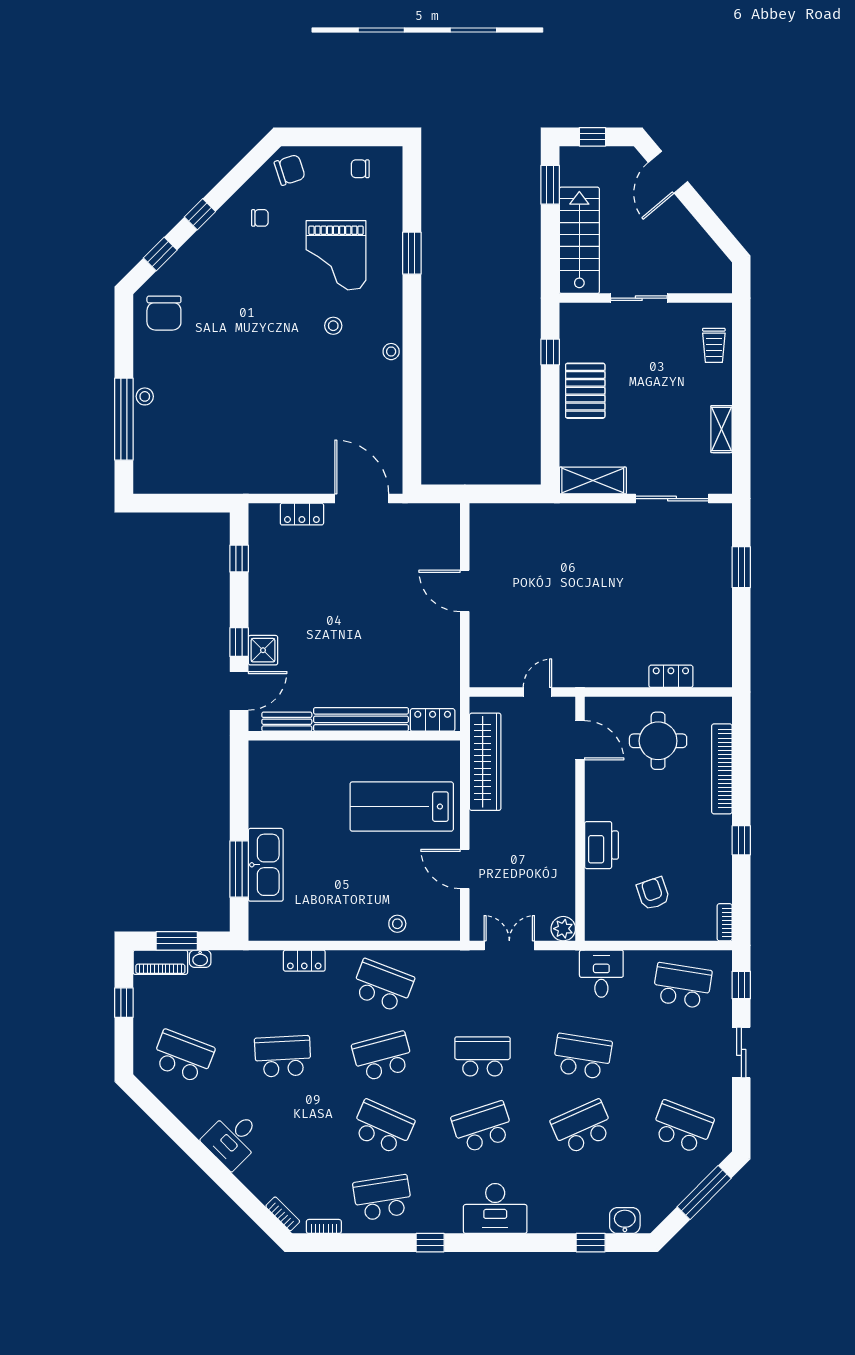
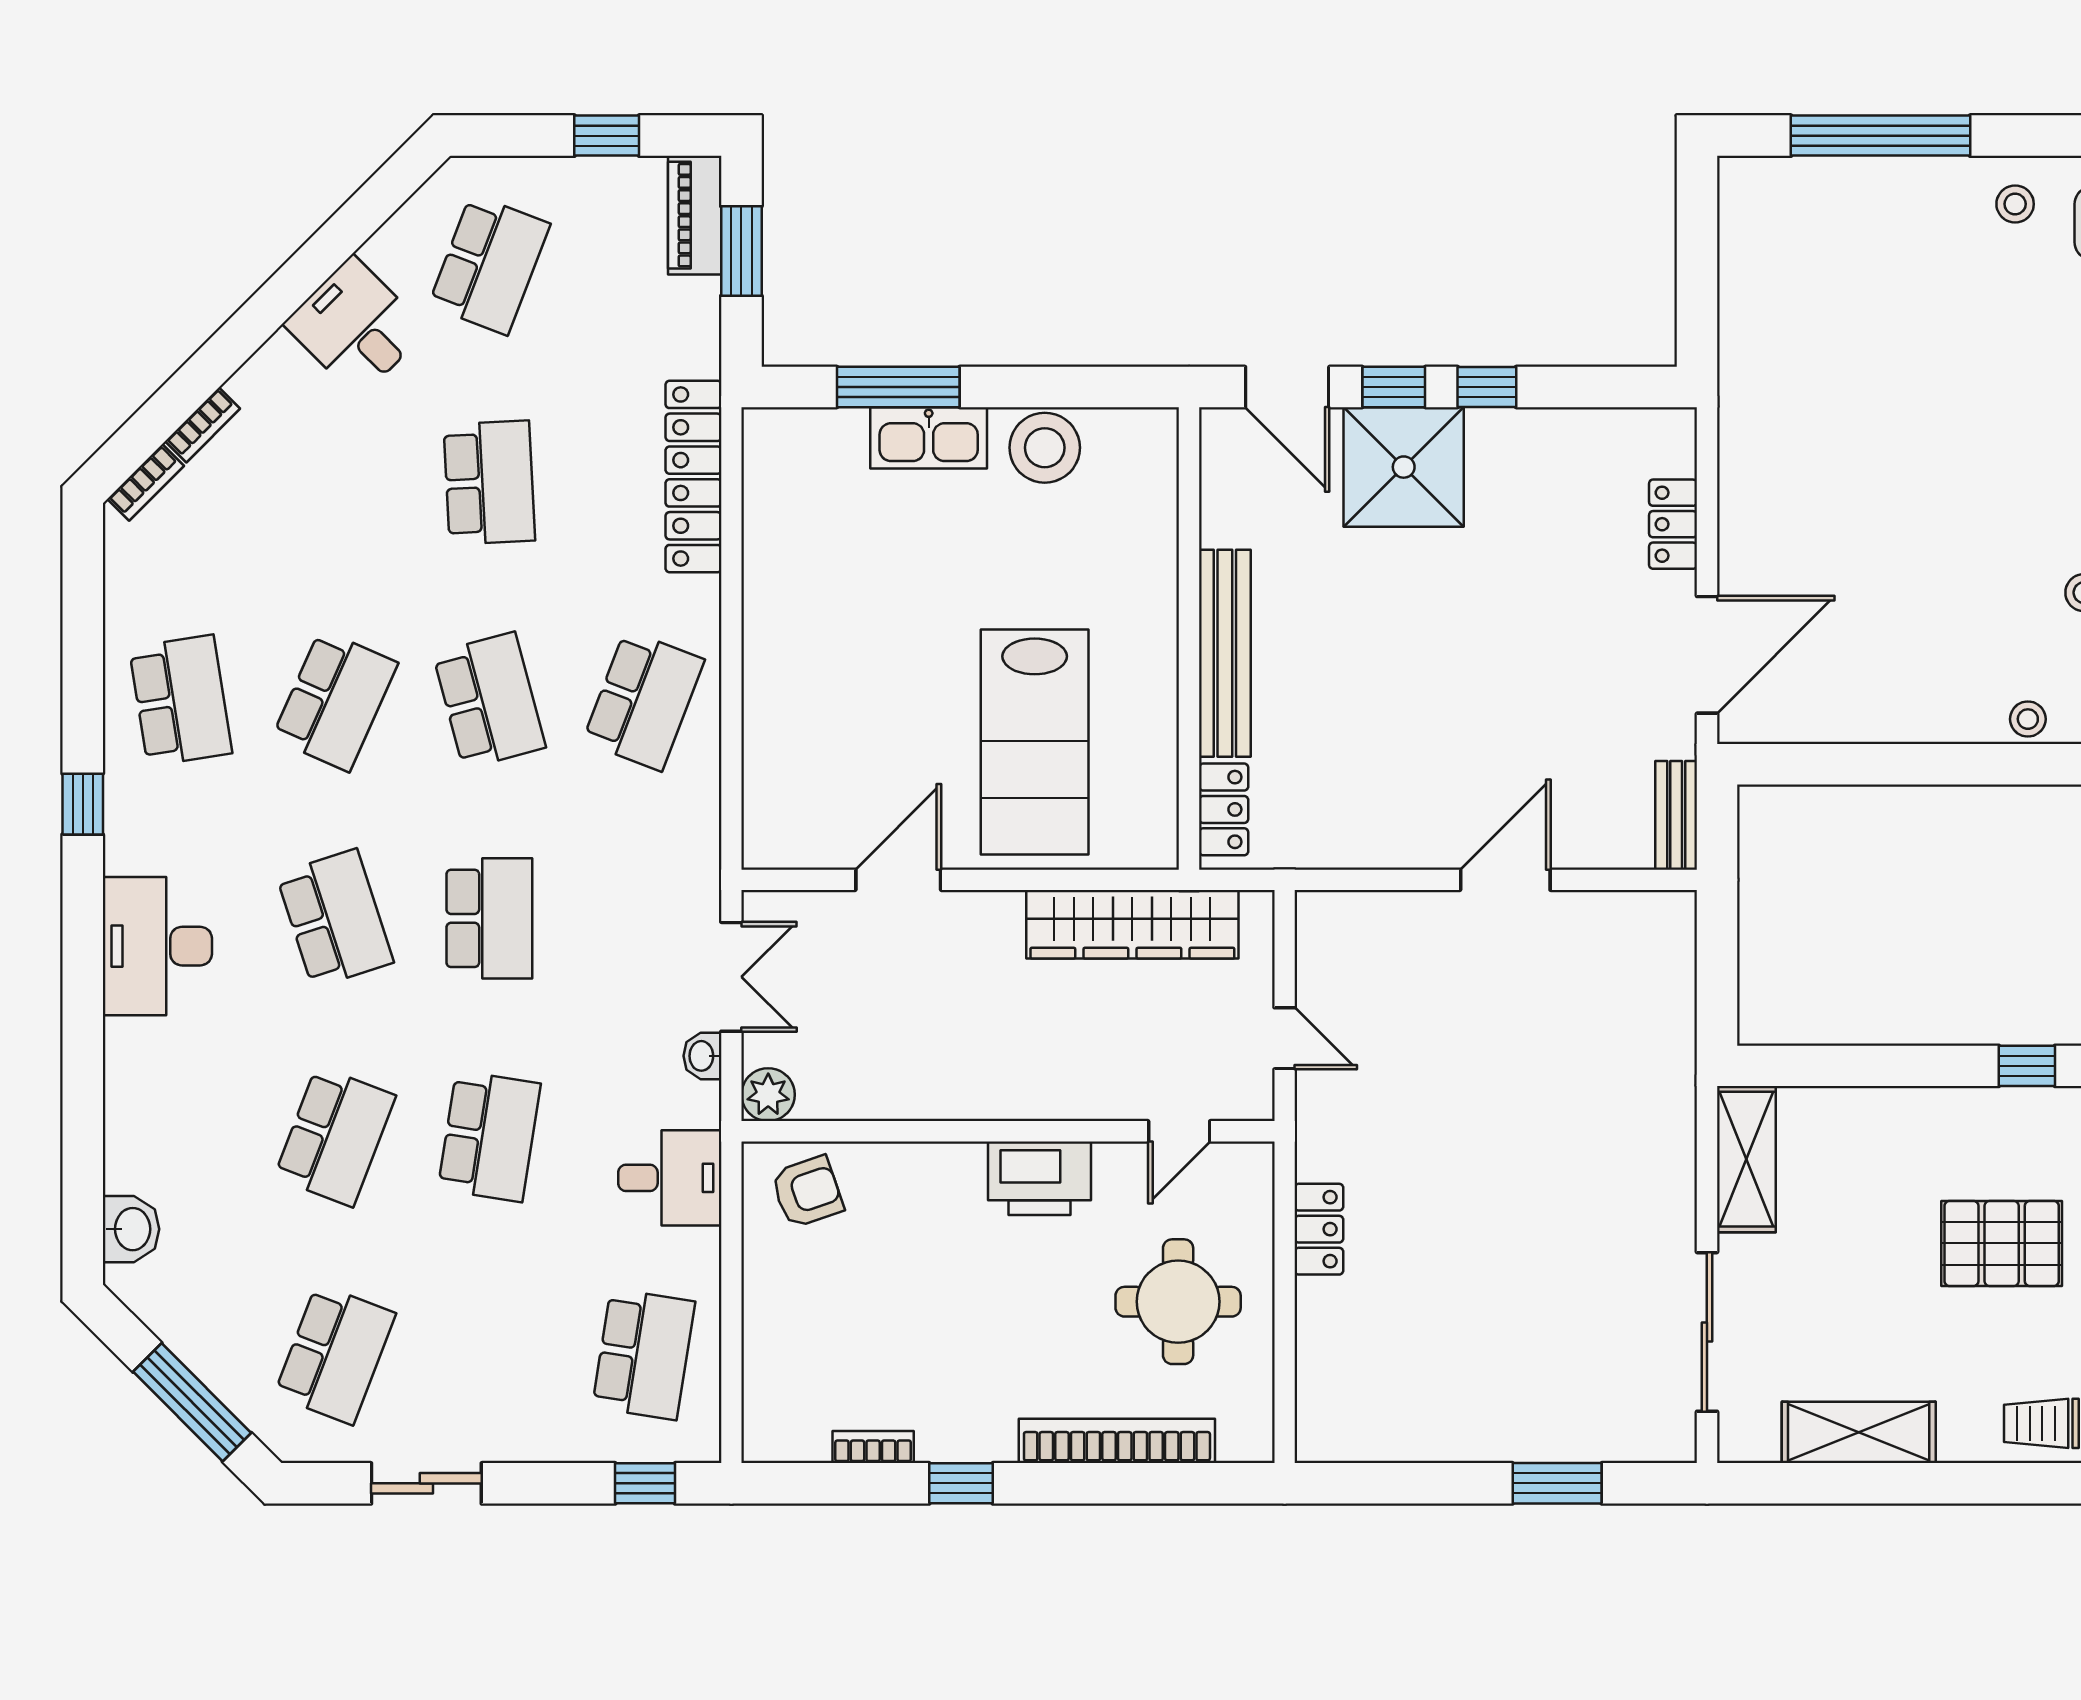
pallet: (585, 391) -> (2002, 1243), moved
stool: (145, 396) -> (2015, 204), moved
shelving: (721, 429) -> (1859, 1432), width x1.50, depth x1.33
window: (239, 559) -> (1487, 387), moved
shower: (263, 650) -> (1404, 467), width x1.86, depth x1.86
locker: (671, 676) -> (1319, 1229), moved
bench: (287, 722) -> (1676, 815), moved
door: (580, 740) -> (1179, 1131), width x0.73
lab bench: (402, 807) -> (1035, 742), turned 180
printer: (602, 845) -> (1040, 1178), moved
kitchen sink: (266, 865) -> (929, 438), width x0.73, depth x0.81
armchair: (653, 893) -> (807, 1192), moved
bookcase: (725, 922) -> (873, 1447), moved
stool: (397, 924) -> (1045, 448), moved, width x1.89, depth x1.89
washbasin: (200, 959) -> (702, 1056), moved
locker: (304, 961) -> (694, 477), width x2.16, depth x1.21
sliding door: (741, 1052) -> (426, 1483), moved
school desk: (582, 1127) -> (335, 1136), turned 45
desk: (233, 1139) -> (356, 327), moved
bookcase: (324, 1226) -> (203, 425), moved, turned 45
window: (591, 1243) -> (83, 1155), removed

